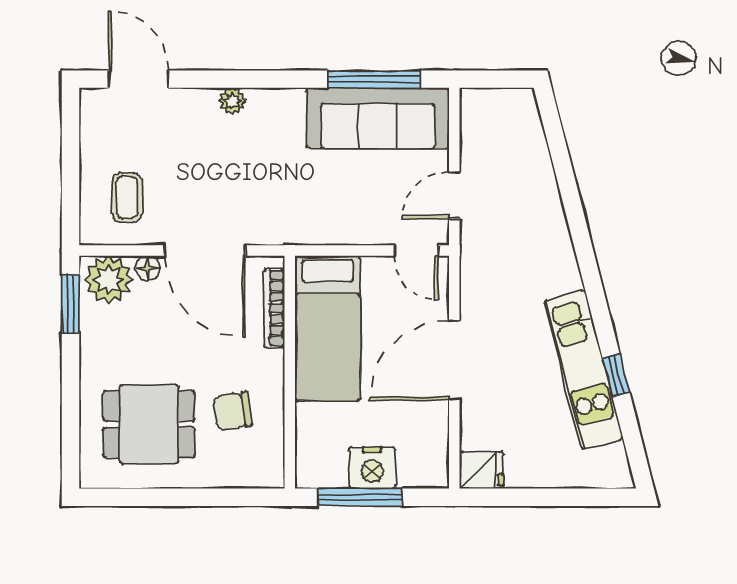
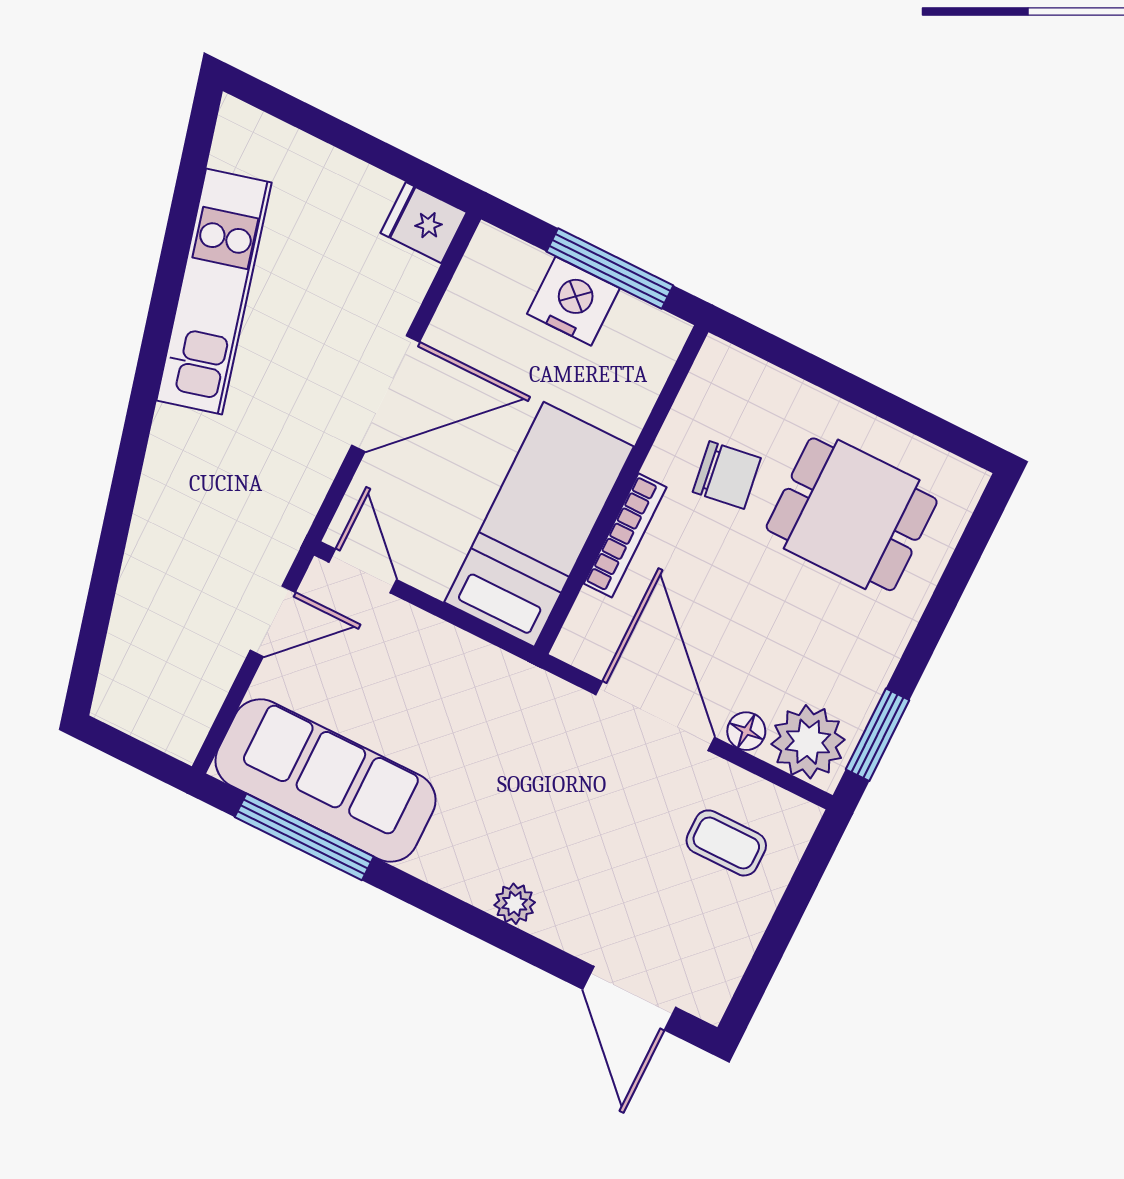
coffee table: (127, 197) -> (726, 843), turned 90
bookcase: (274, 308) -> (625, 535), moved
window: (616, 376) -> (173, 261), removed

